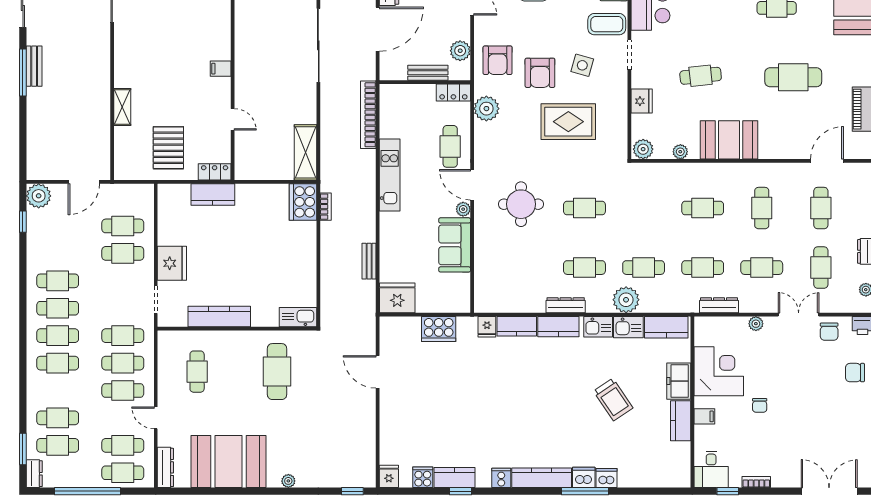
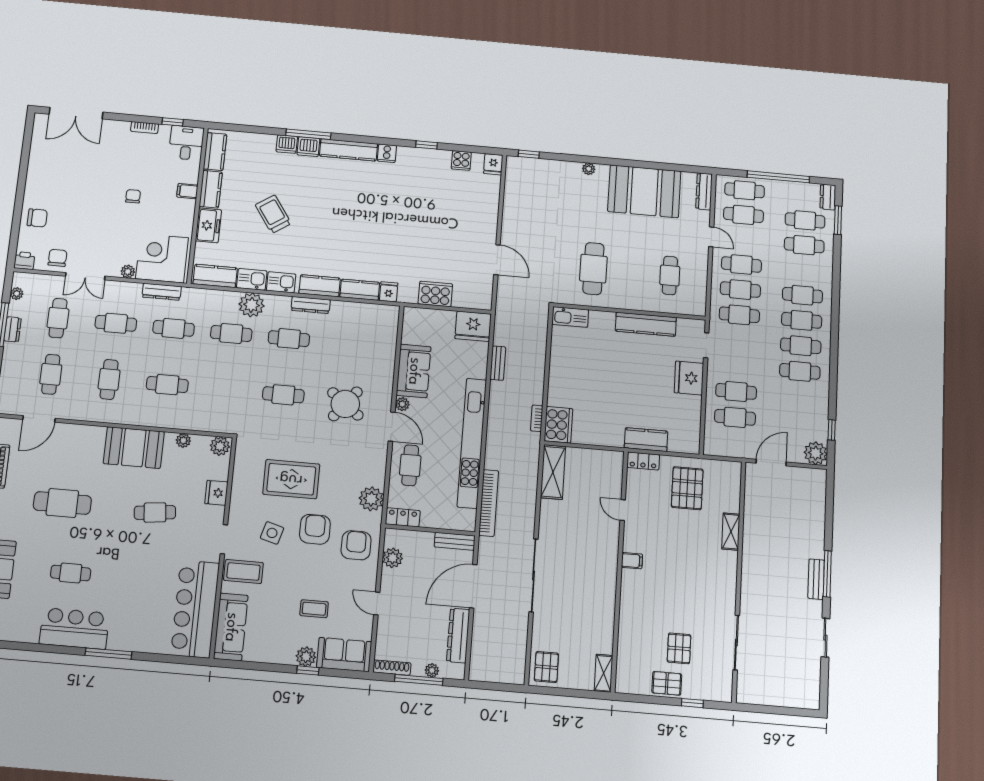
bench: (428, 73) -> (455, 541), moved
kitchen unit: (390, 175) -> (472, 443), width x1.86
round table: (521, 204) -> (345, 404), turned 38
corner desk: (719, 371) -> (162, 258), moved, turned 90
kitchen counter: (454, 478) -> (215, 152), moved, turned -90

